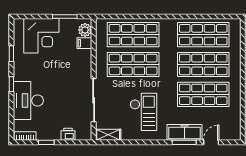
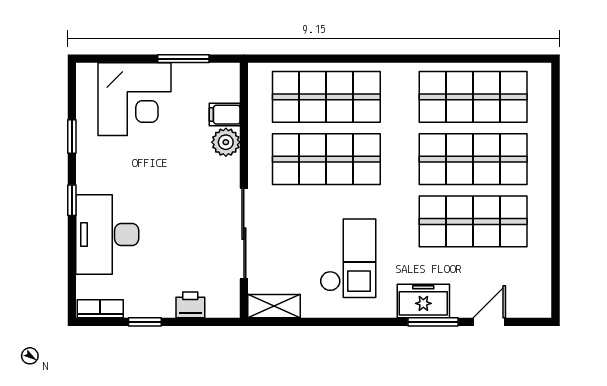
plant: (85, 30) -> (226, 142), moved
freezer: (184, 132) -> (423, 301), width x0.71

